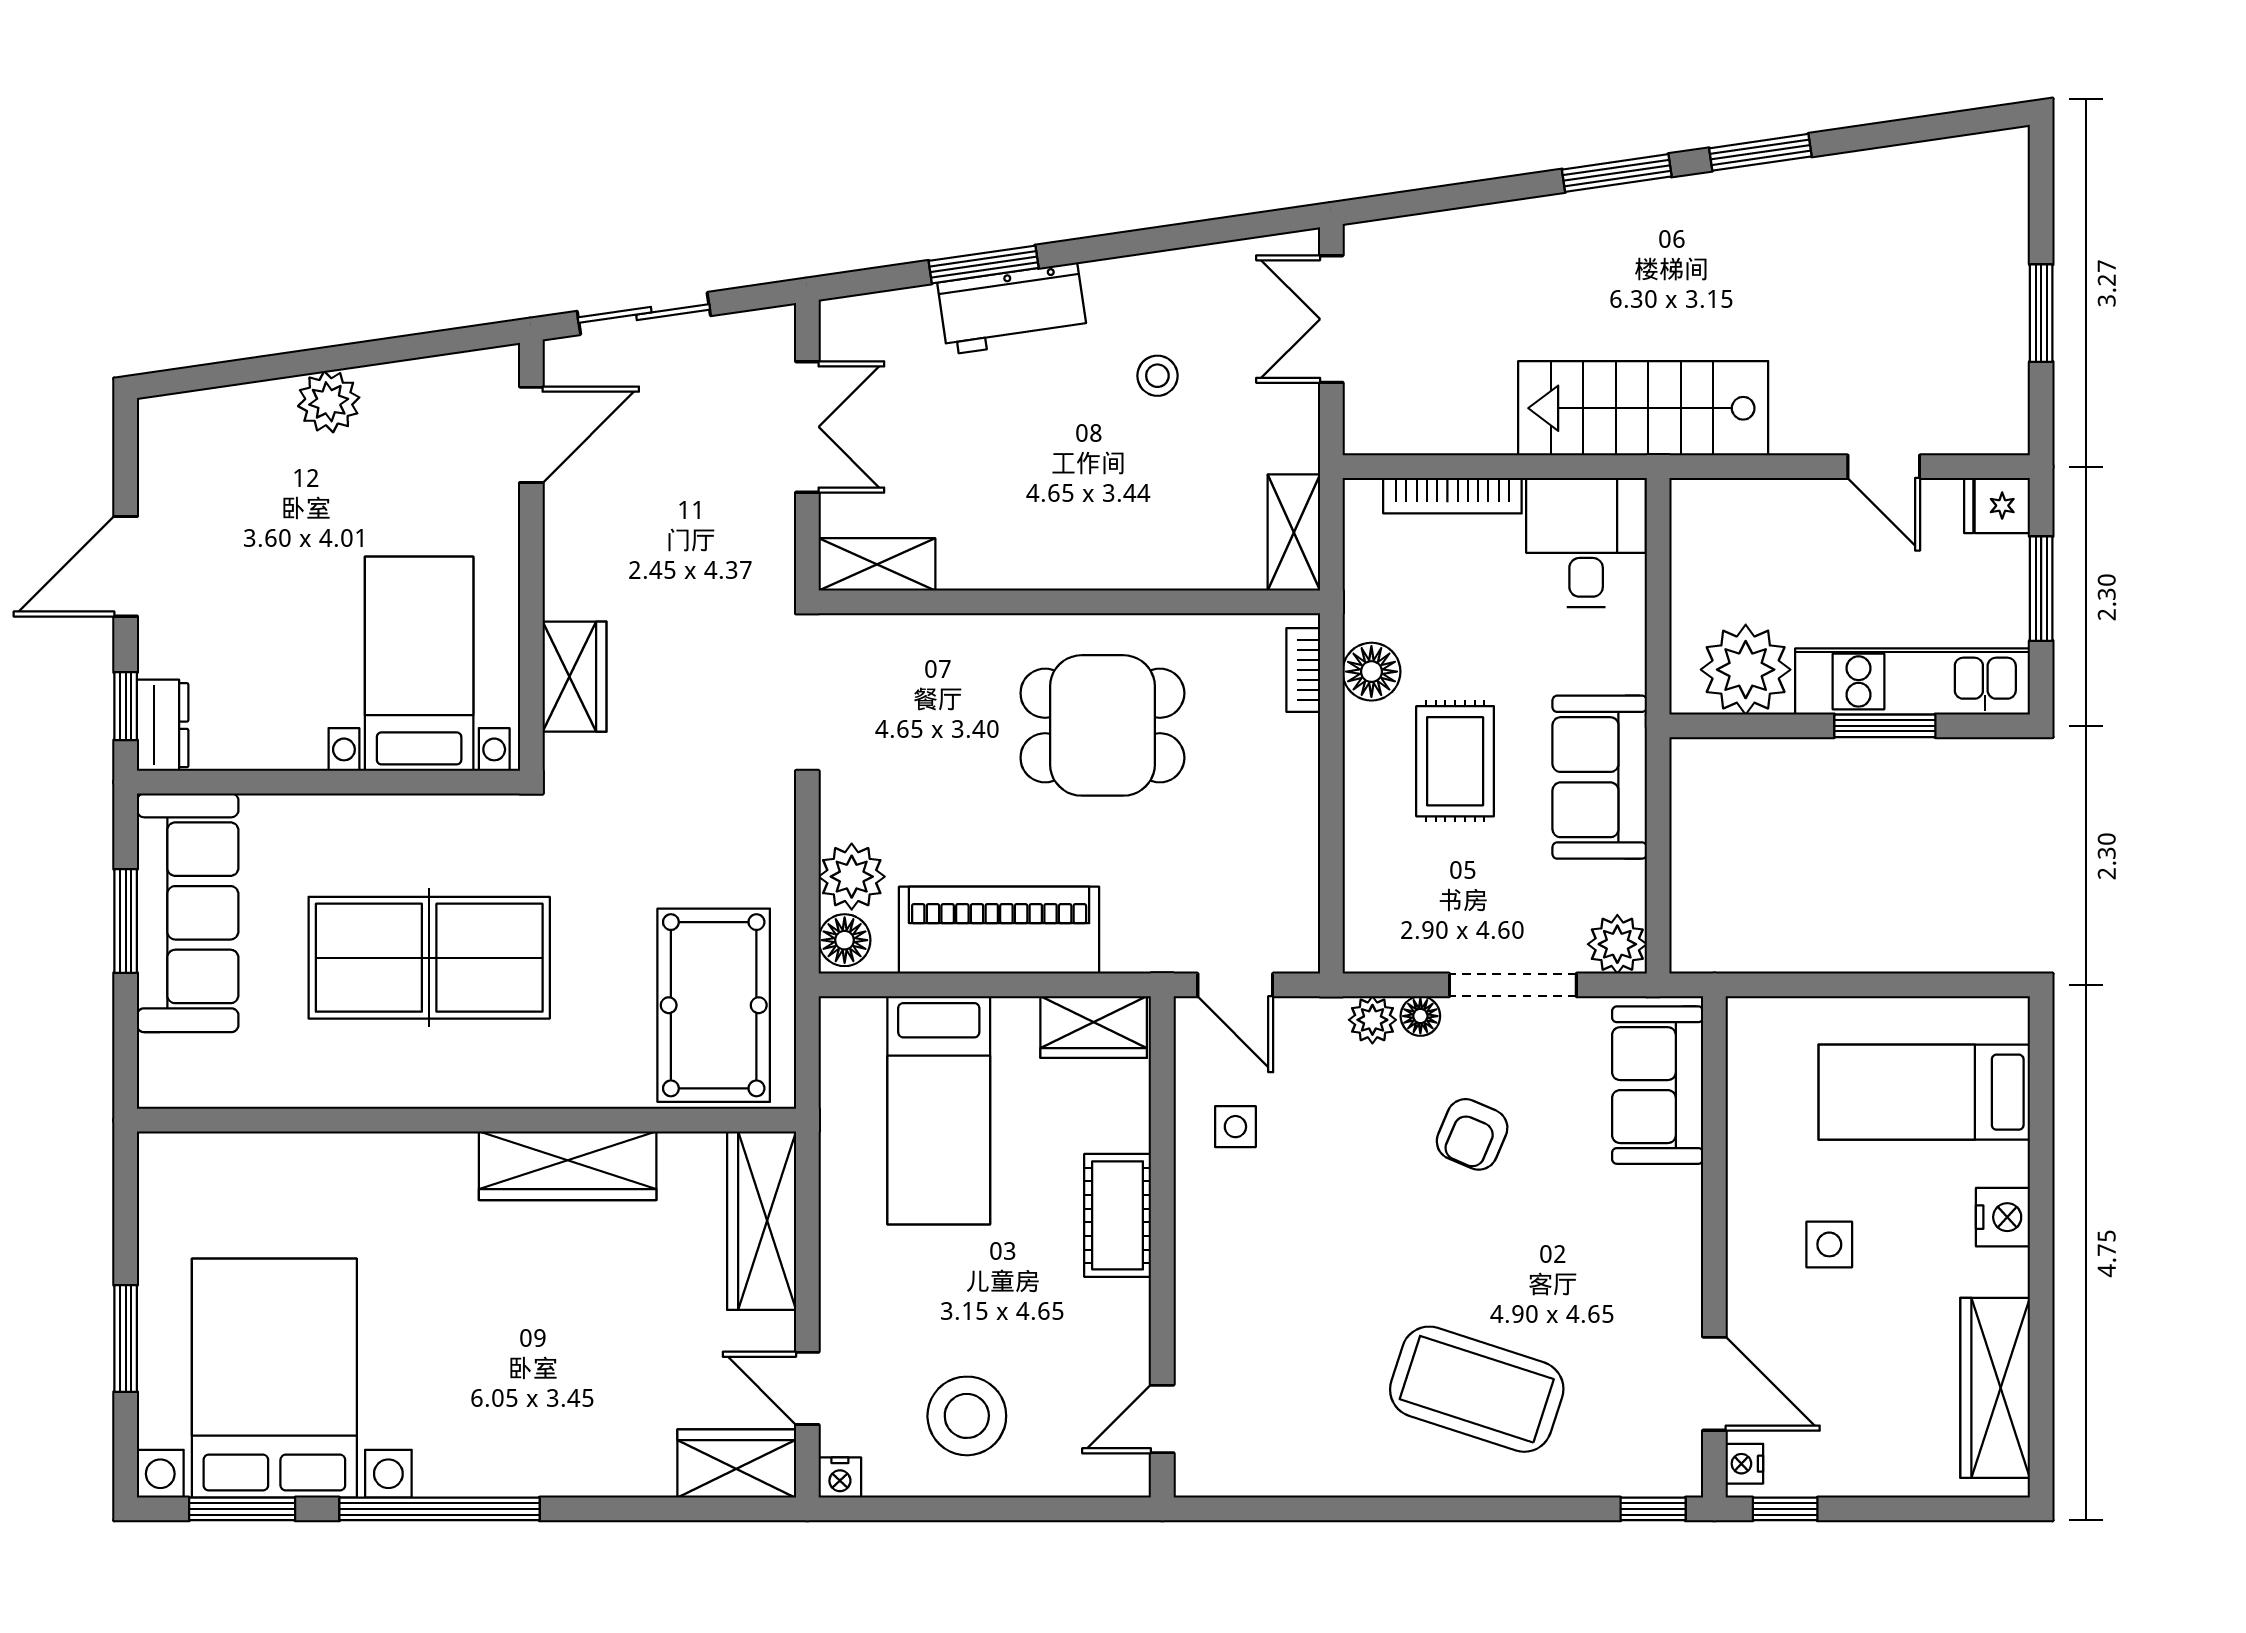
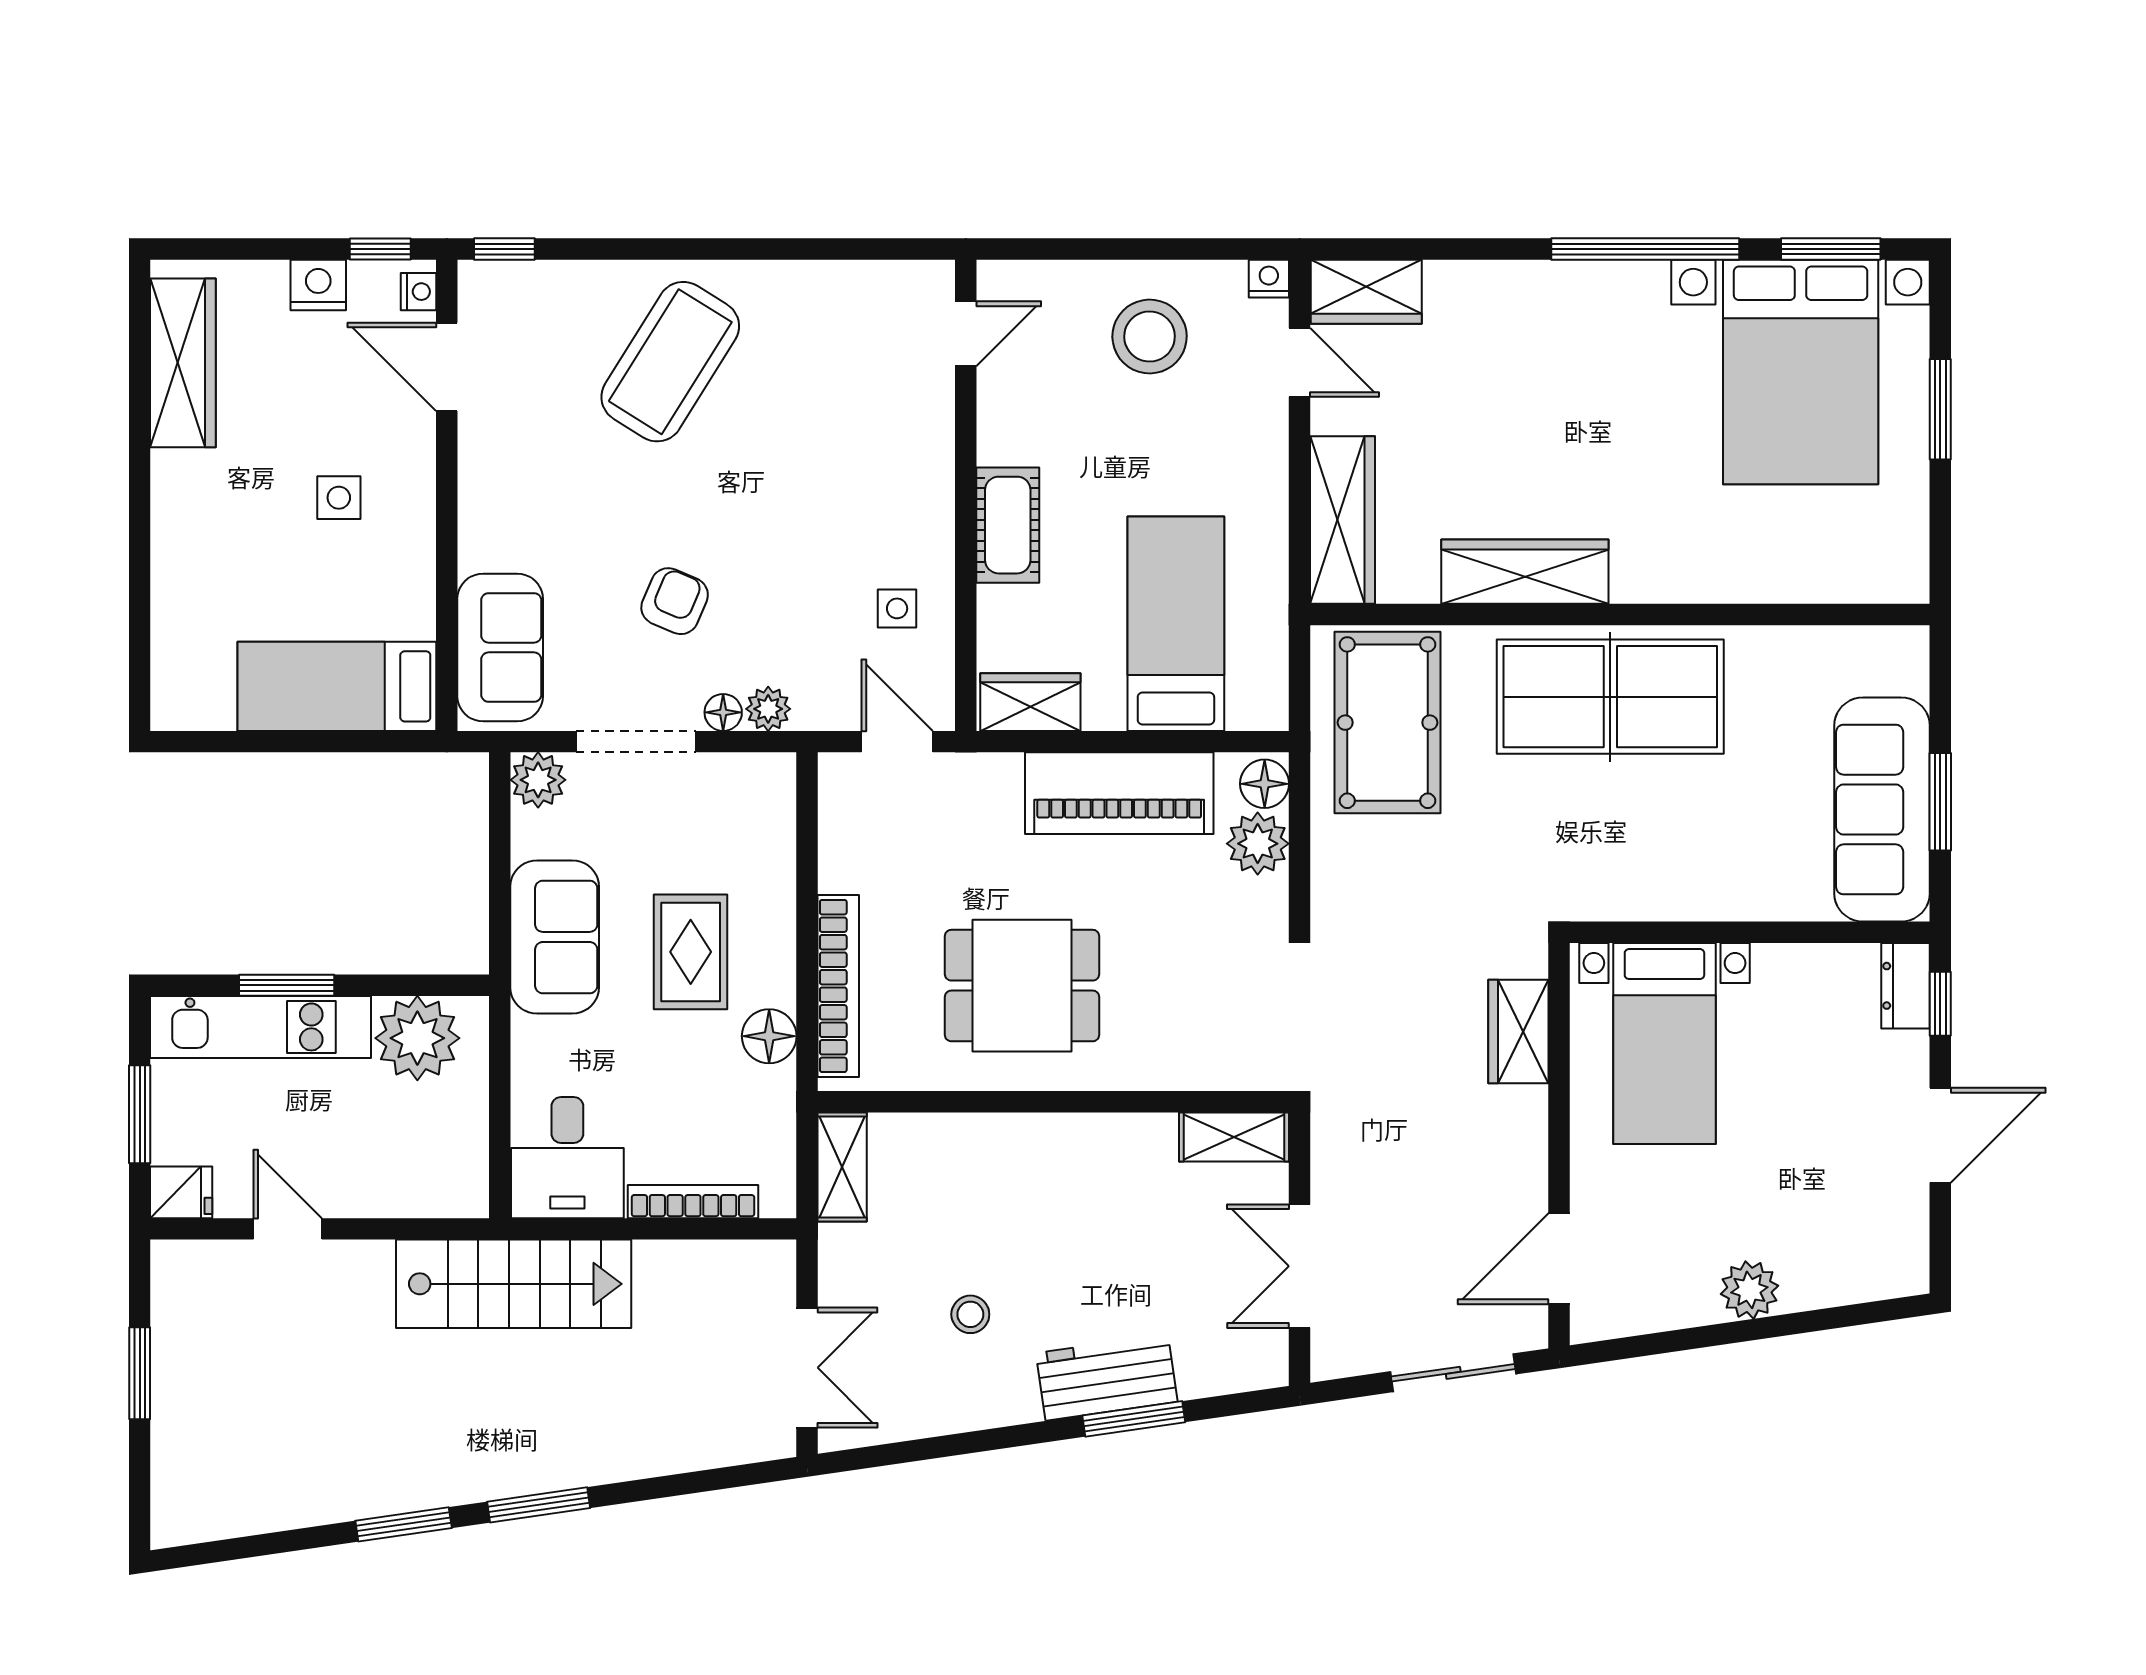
bookcase: (1303, 670) -> (838, 986), width x2.31, depth x1.31
table tennis table: (429, 958) -> (1610, 697), moved
bed: (1924, 1092) -> (337, 686), moved, turned 180
nightstand: (2003, 1217) -> (318, 285), moved, turned 90
coffee table: (1477, 1389) -> (670, 362), turned -76

